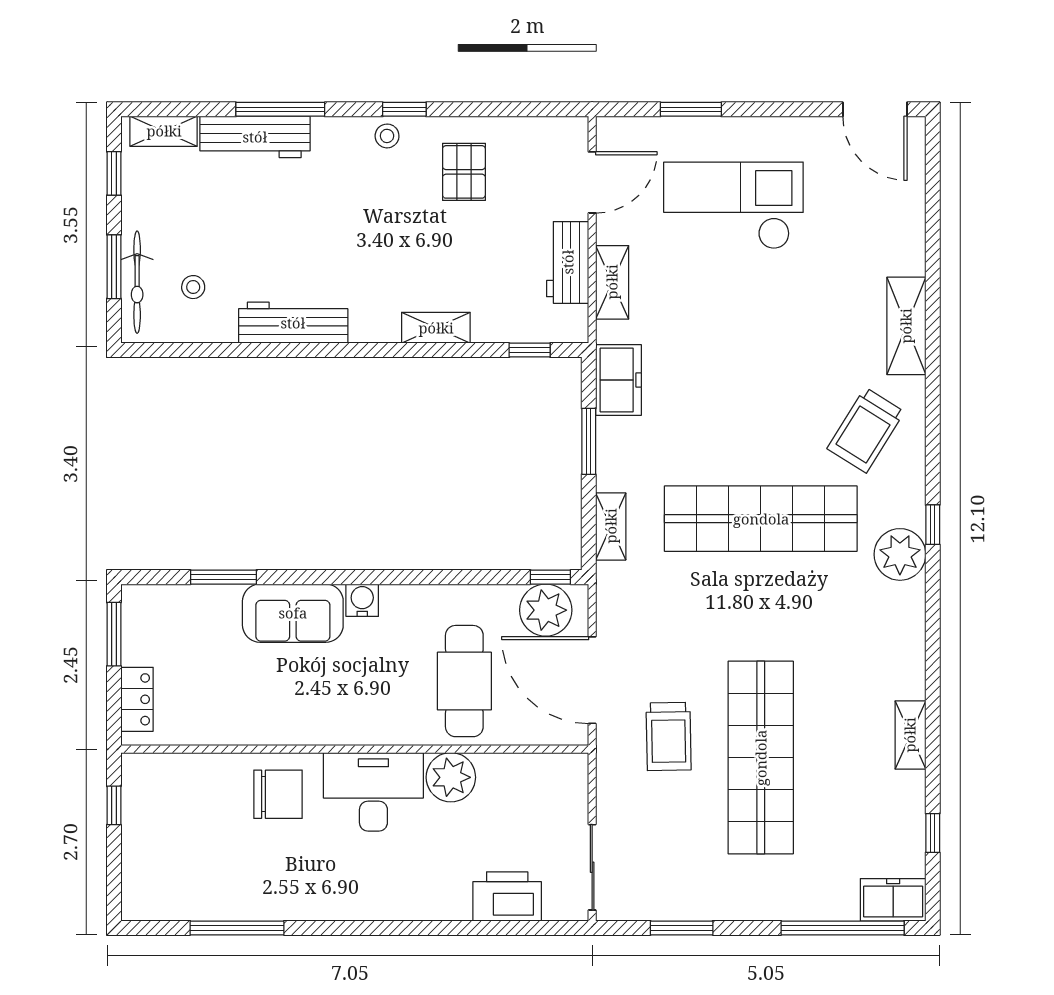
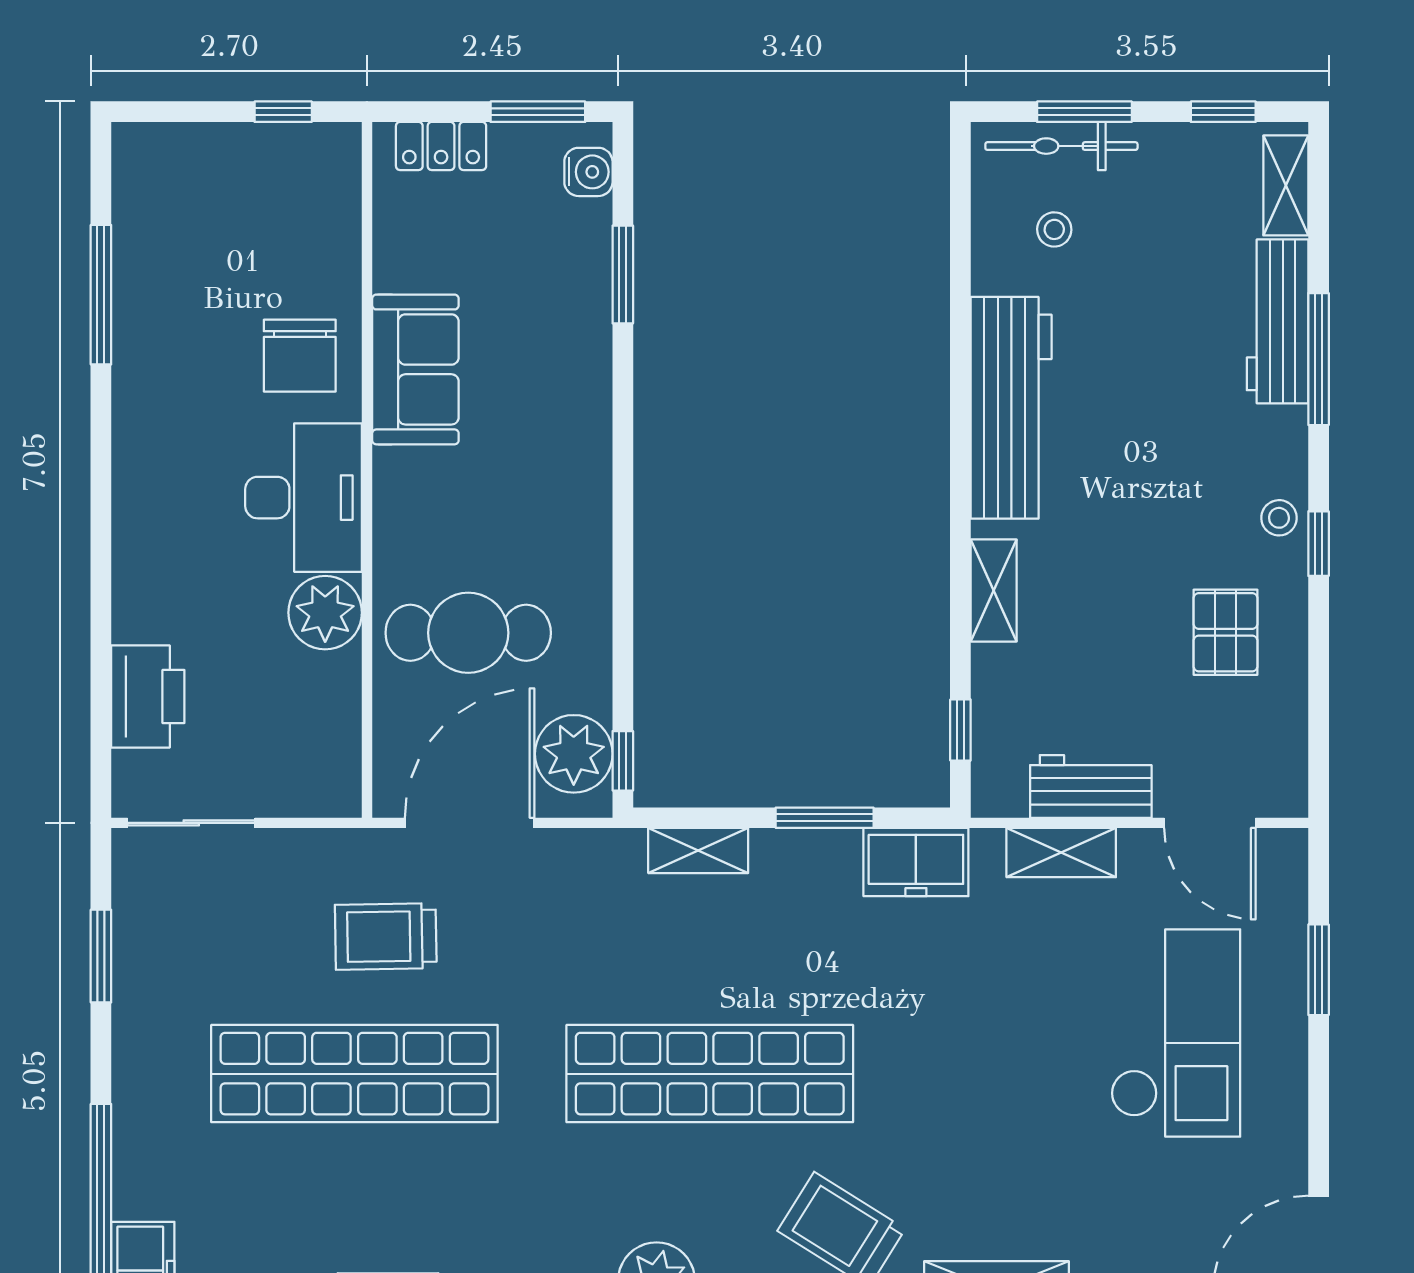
pallet: (464, 172) -> (1225, 632), turned 90
workbench: (293, 323) -> (1011, 408), width x1.36, depth x1.32
shop shelf: (761, 519) -> (710, 1074), turned 90
water cooler: (362, 600) -> (588, 172), moved
sofa: (293, 613) -> (415, 369), moved, turned 180

